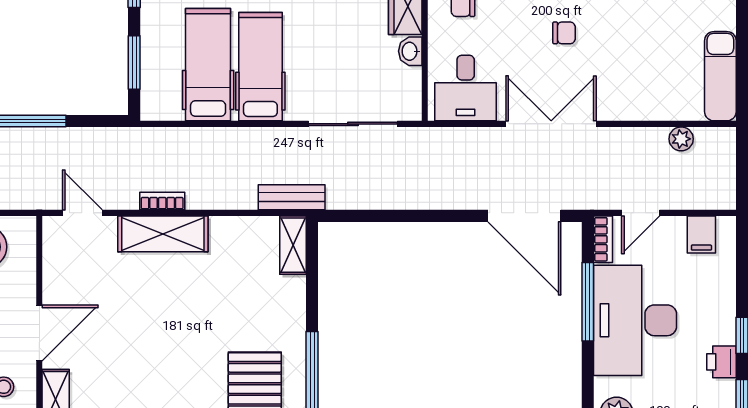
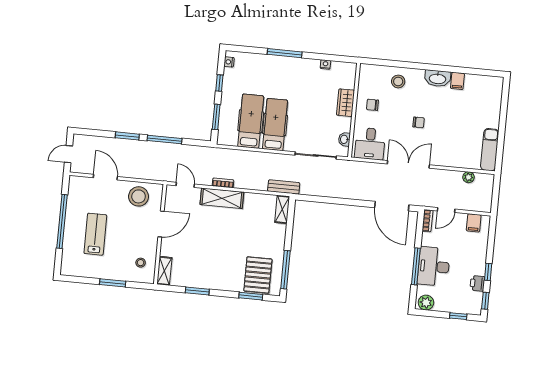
washbasin: (410, 51) -> (344, 139), moved
window: (588, 302) -> (416, 266), moved
desk: (635, 320) -> (434, 266), width x0.73, depth x0.77
door: (39, 333) -> (161, 224), moved

